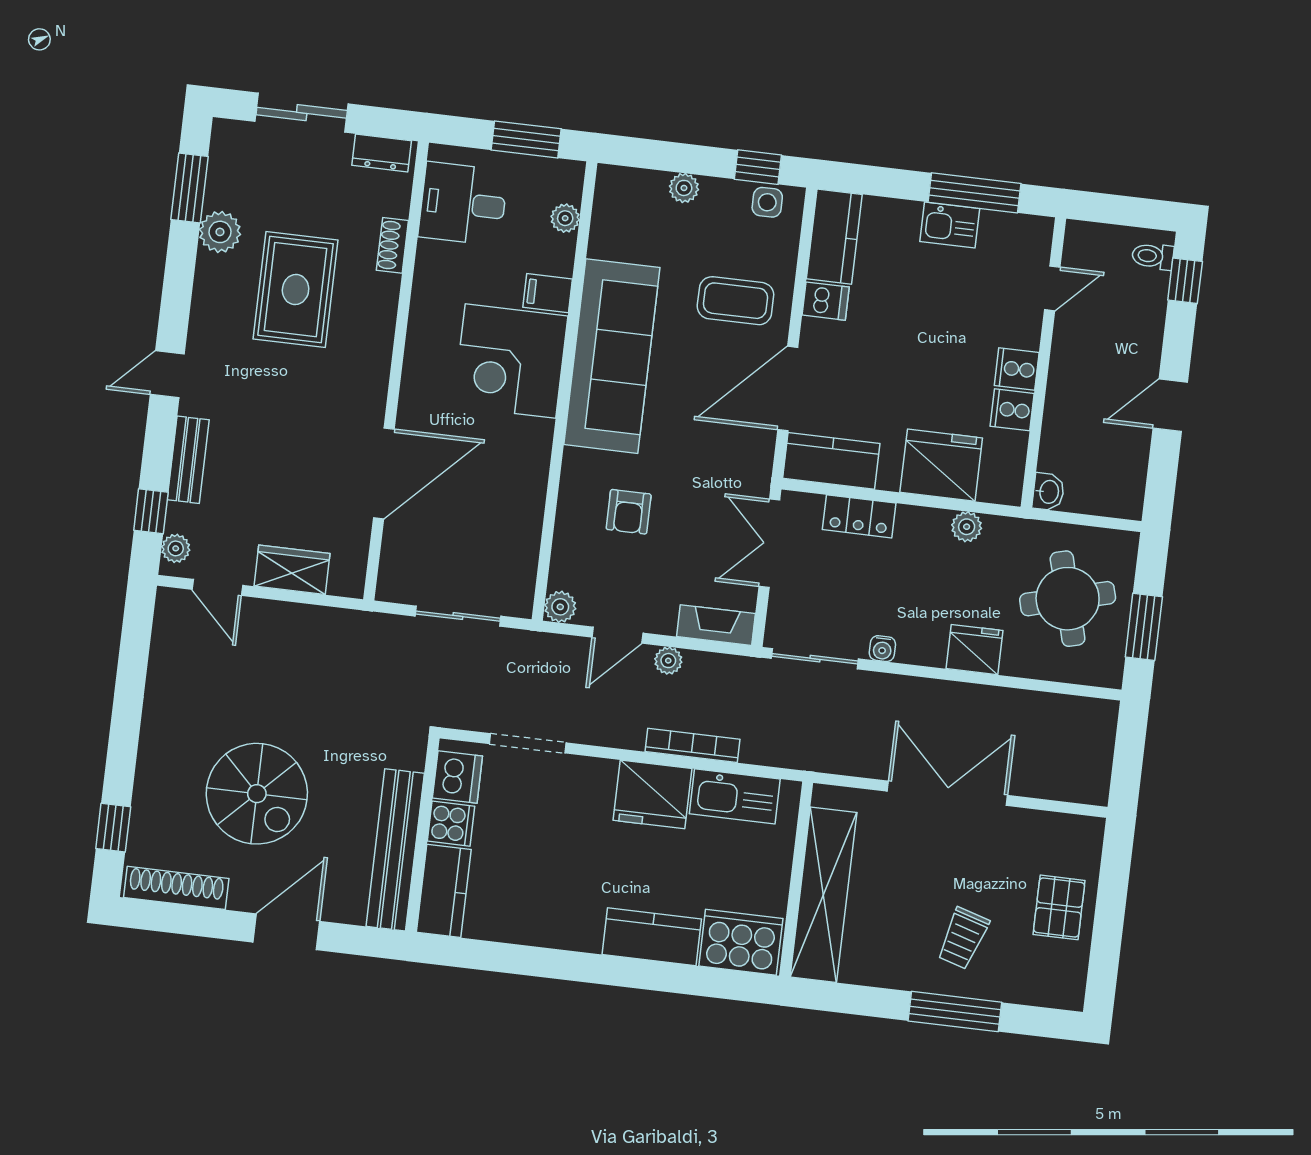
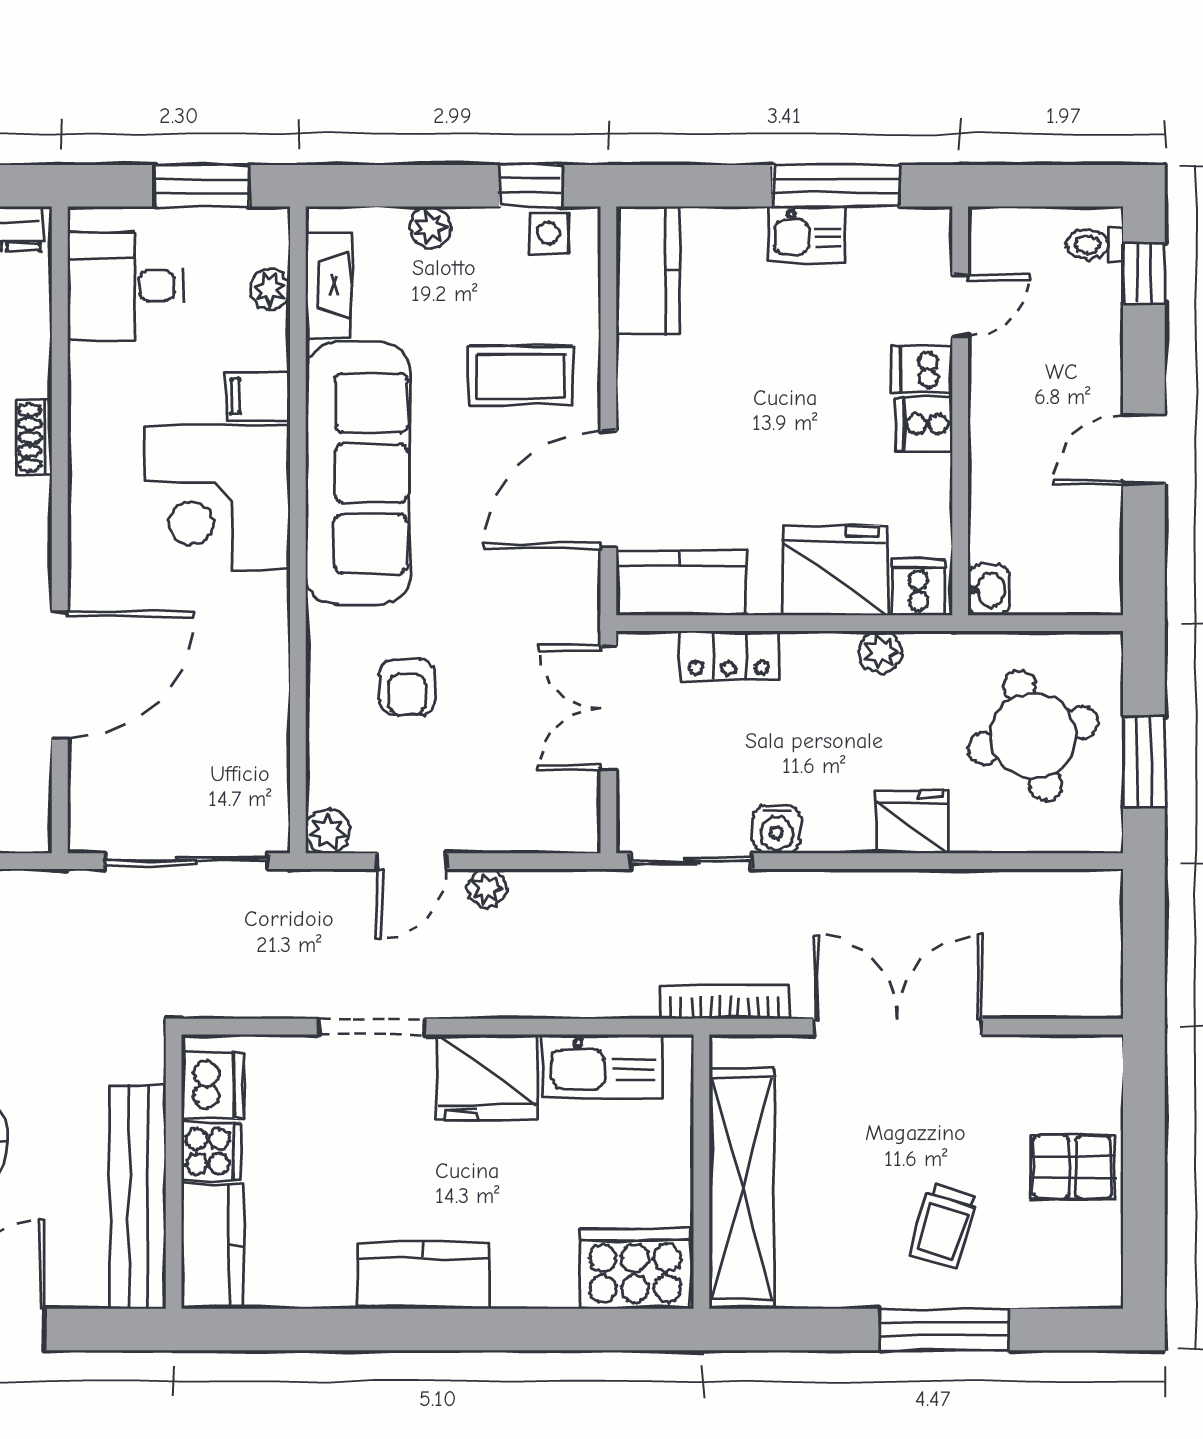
shoe rack: (392, 245) -> (34, 437), moved
dishwasher: (826, 301) -> (922, 369), moved, turned 180
cooker: (1012, 410) -> (918, 587), moved, turned 90
sliding door: (458, 616) -> (187, 861), width x1.37
fireplace: (716, 625) -> (328, 285), moved, turned 90
water cooler: (882, 649) -> (777, 829), width x1.38, depth x1.38
doorway: (528, 743) -> (372, 1027), moved
bookcase: (692, 745) -> (725, 1002), moved
pallet: (1059, 907) -> (1072, 1167), turned 90
kitchen counter: (652, 937) -> (423, 1276), moved

